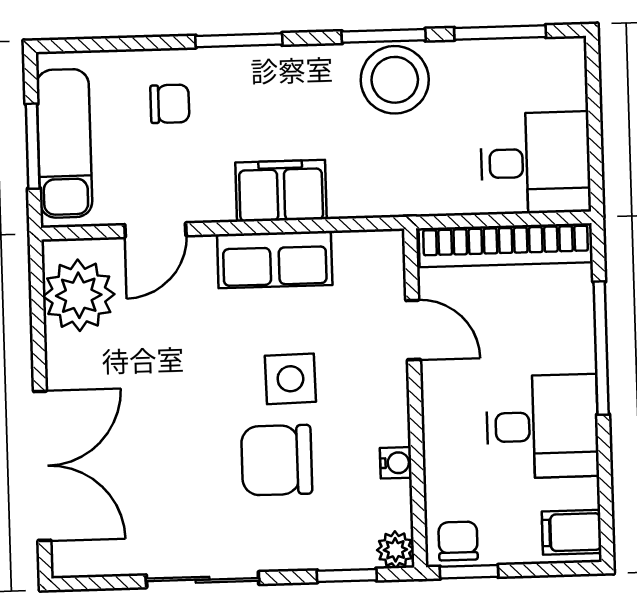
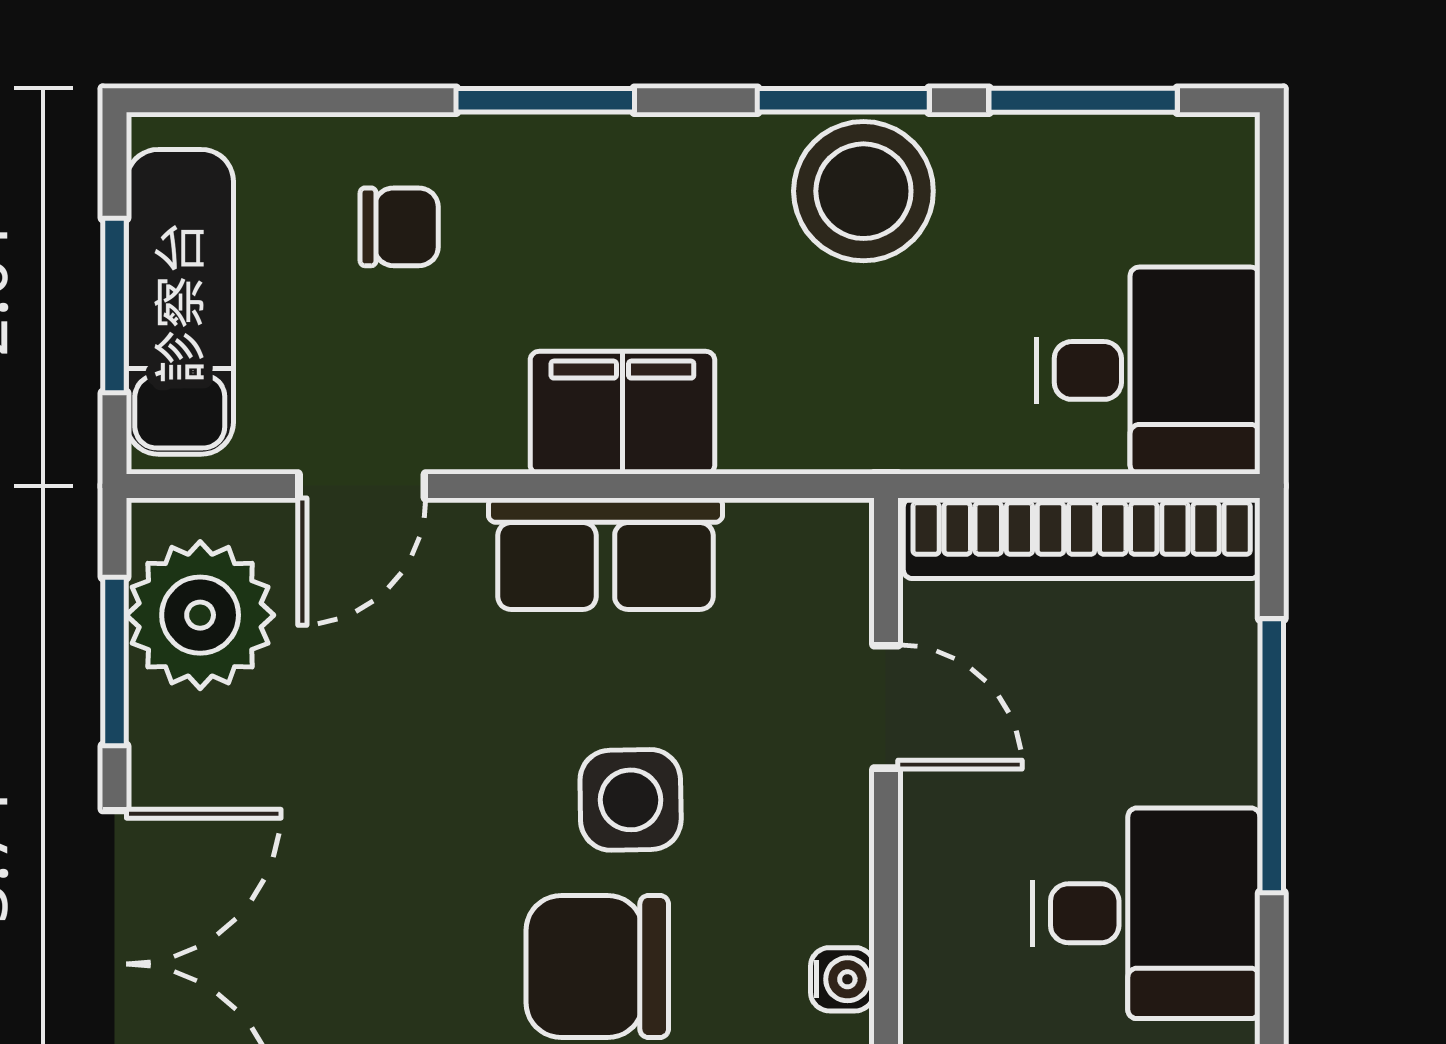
window: (38, 319) -> (115, 662), added

